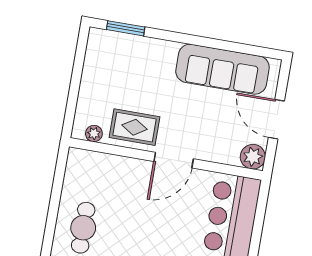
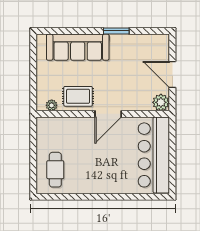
window: (126, 28) -> (116, 31), moved
sofa: (222, 69) -> (78, 47), moved

